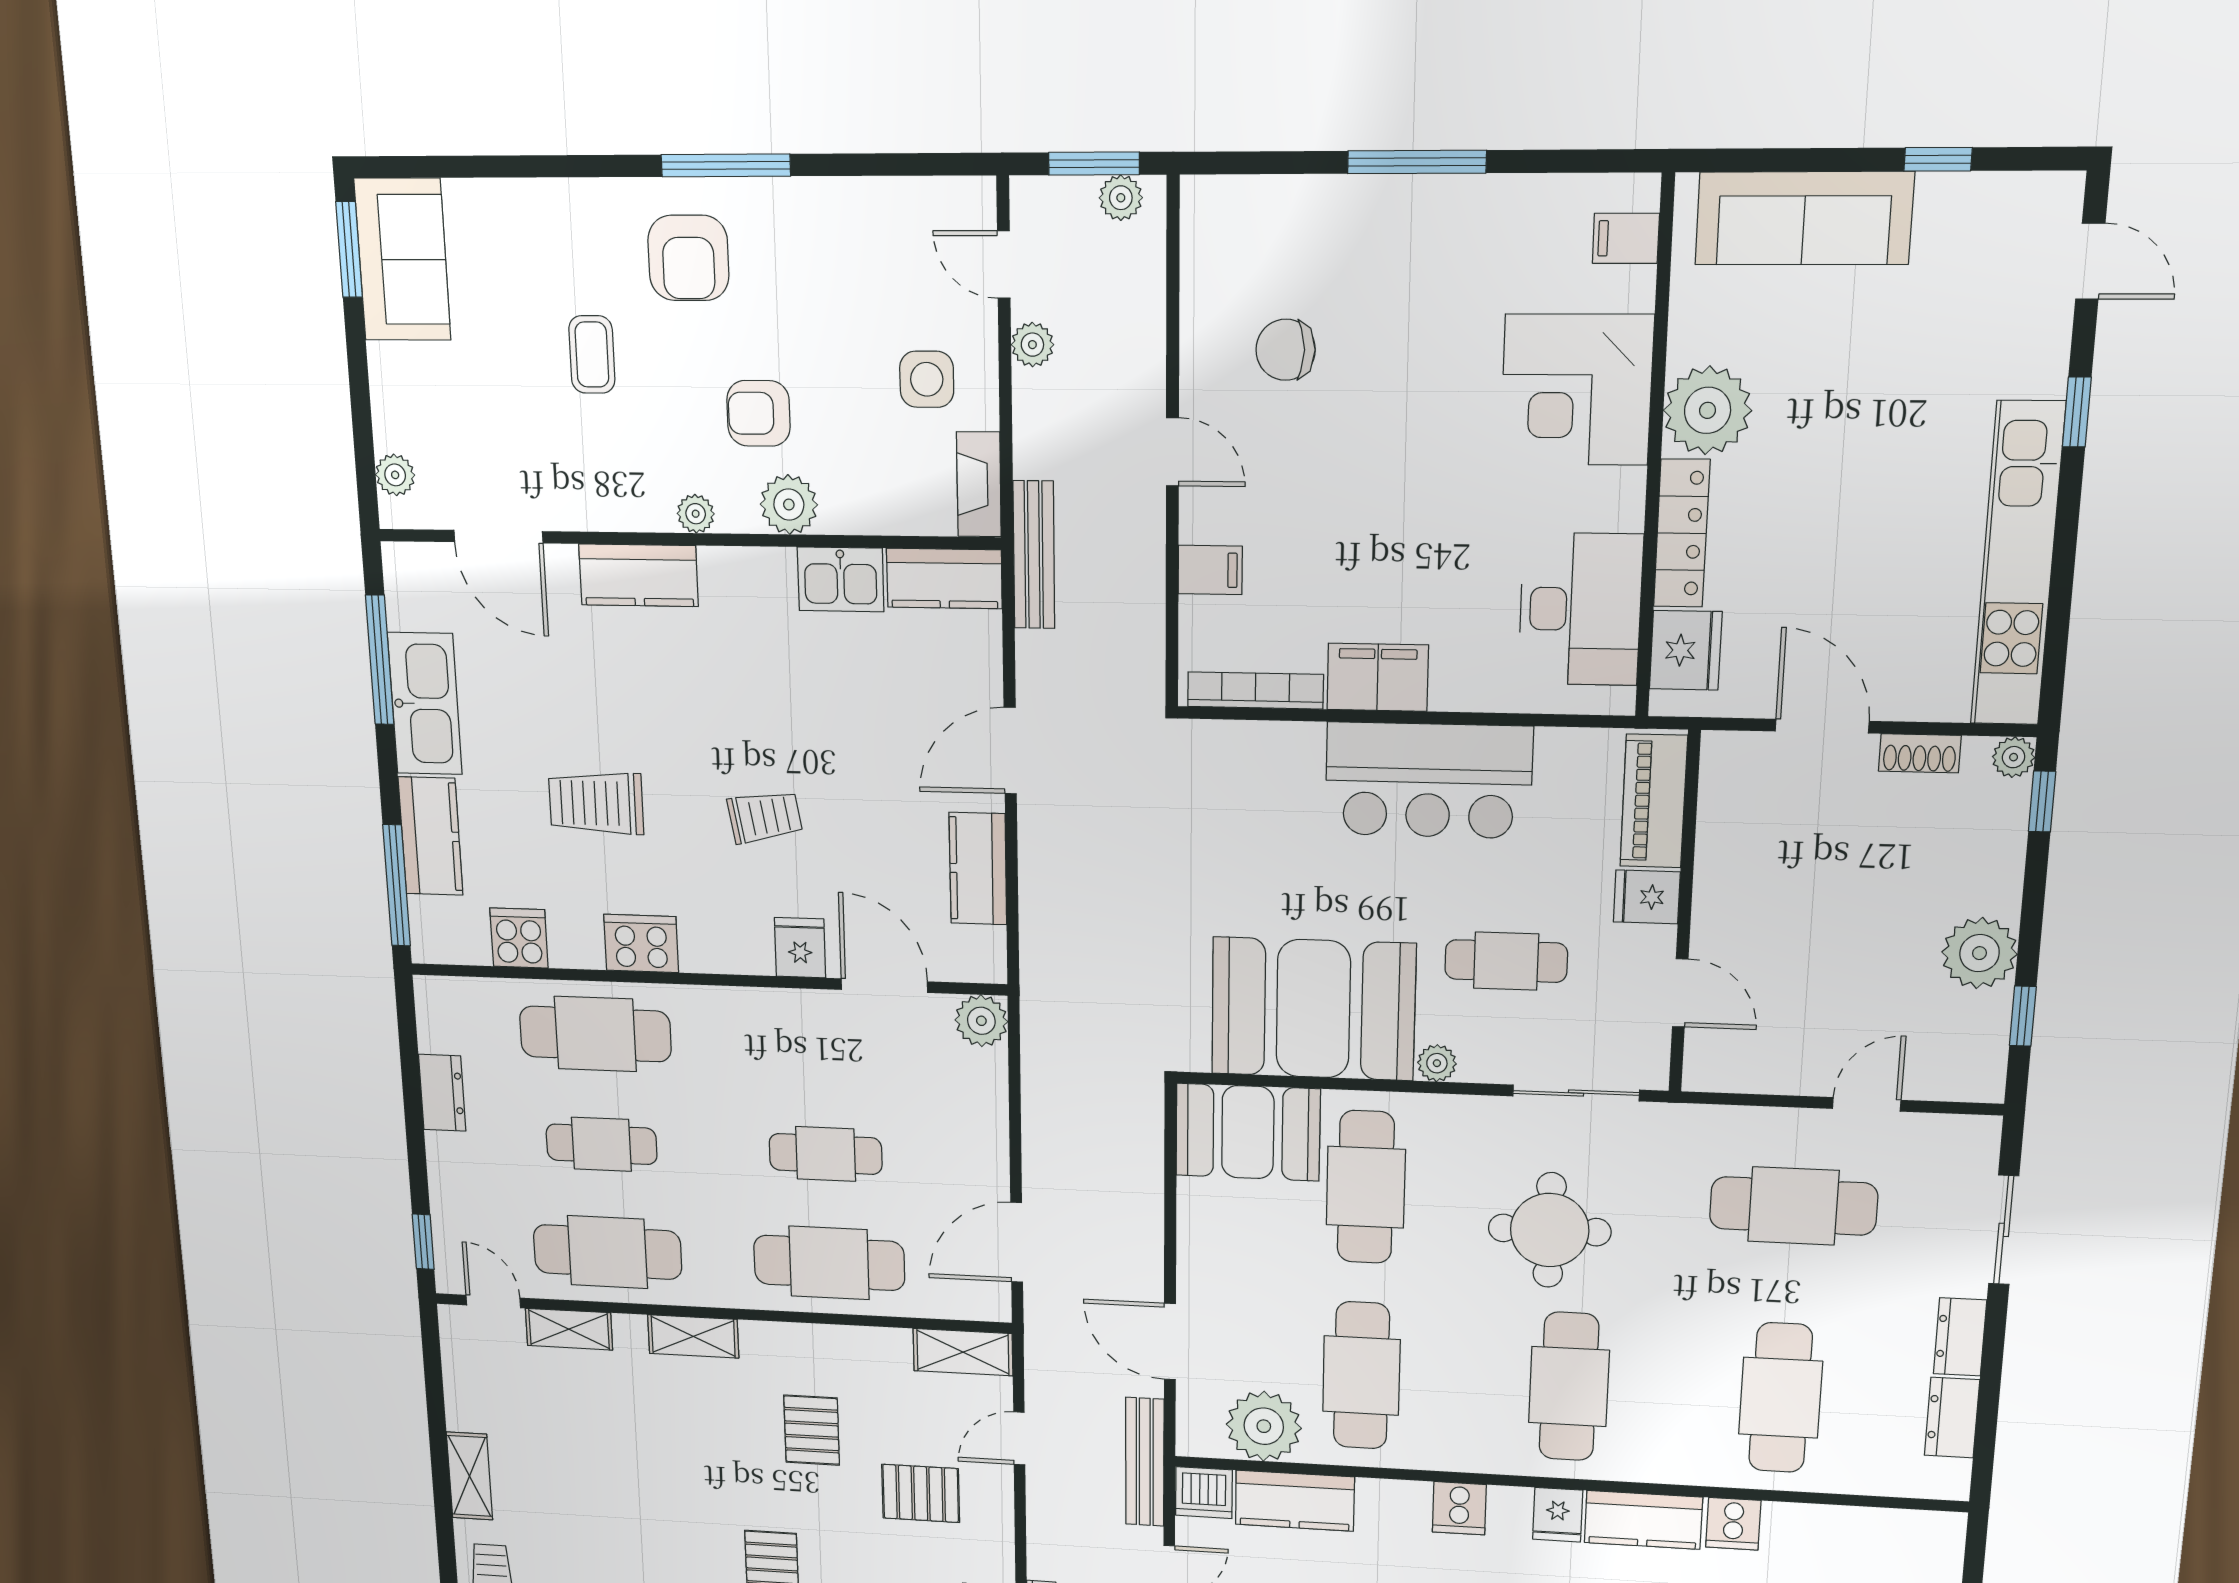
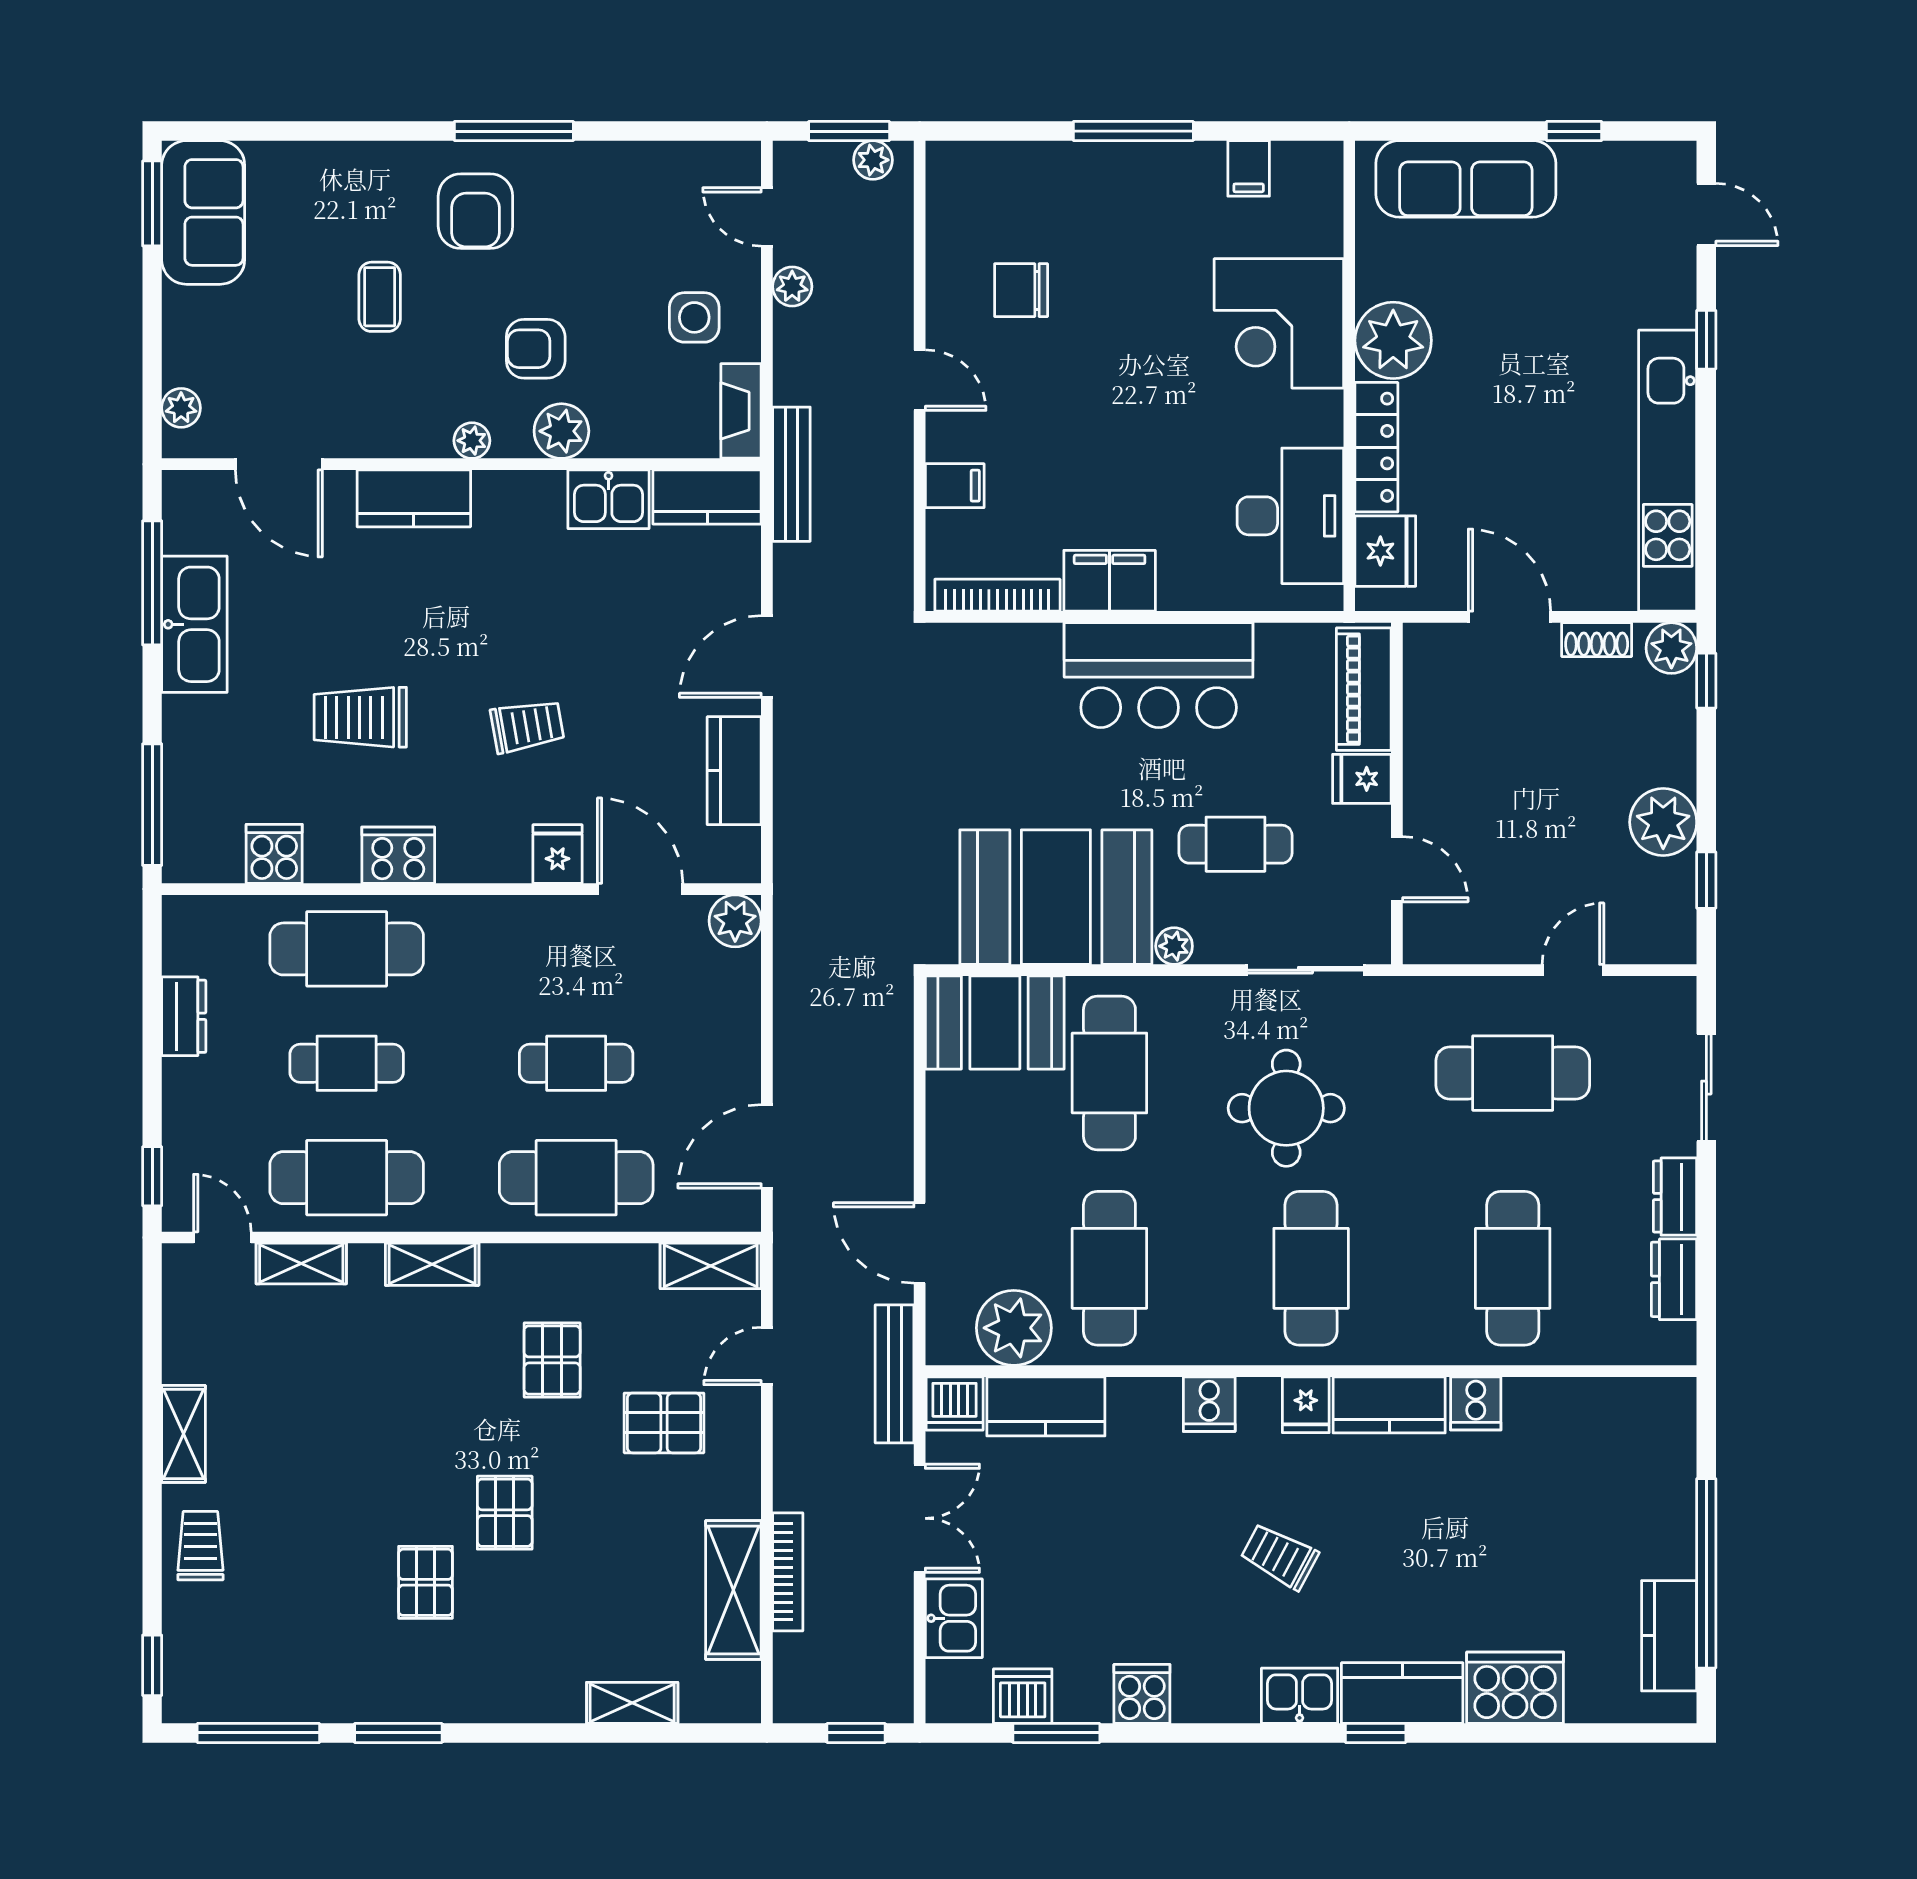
filing cabinet: (1626, 238) -> (1249, 168), moved, turned -90
plant: (2014, 757) -> (1671, 648), width x1.38, depth x1.38
kitchen counter: (431, 836) -> (191, 754), removed

